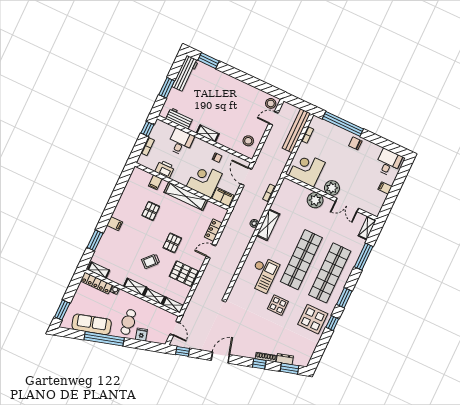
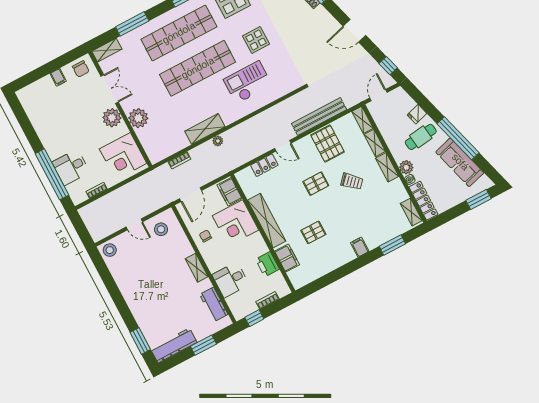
door: (273, 118) -> (134, 224), moved
bench: (296, 131) -> (319, 117), moved
chair: (355, 143) -> (81, 69), moved
desk: (388, 163) -> (71, 167), moved
filing cabinet: (155, 182) -> (287, 258), width x2.00
plant: (123, 296) -> (406, 167), added

